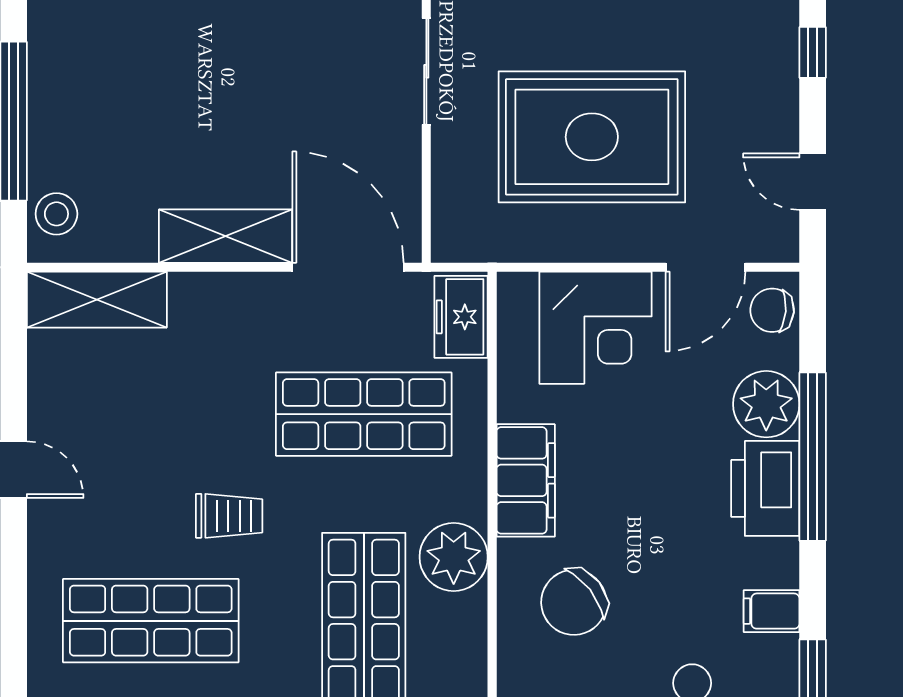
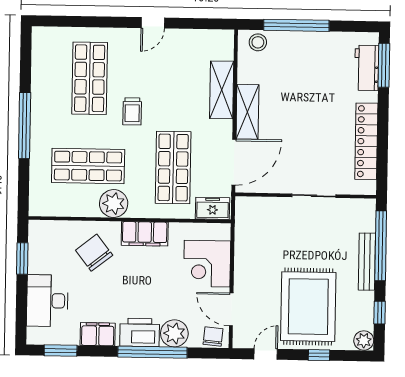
rug: (592, 137) -> (308, 307), moved
shelving: (97, 300) -> (222, 90), moved
filing cabinet: (771, 611) -> (98, 334), width x2.00

